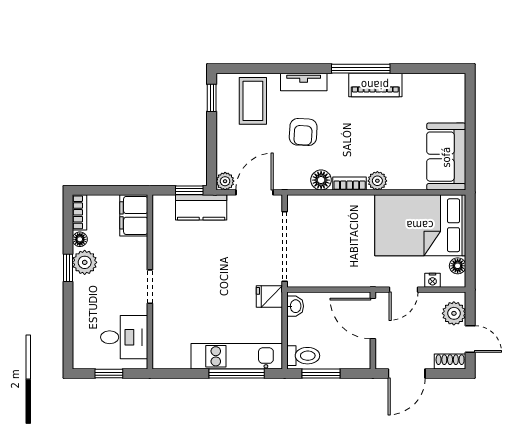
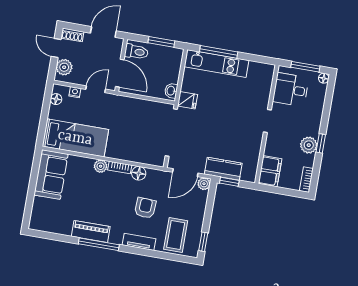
bed: (420, 225) -> (75, 138), width x0.67
floor lamp: (80, 239) -> (324, 78), moved
toilet: (303, 356) -> (136, 52), moved, turned 180
window: (109, 374) -> (305, 67), width x1.50

